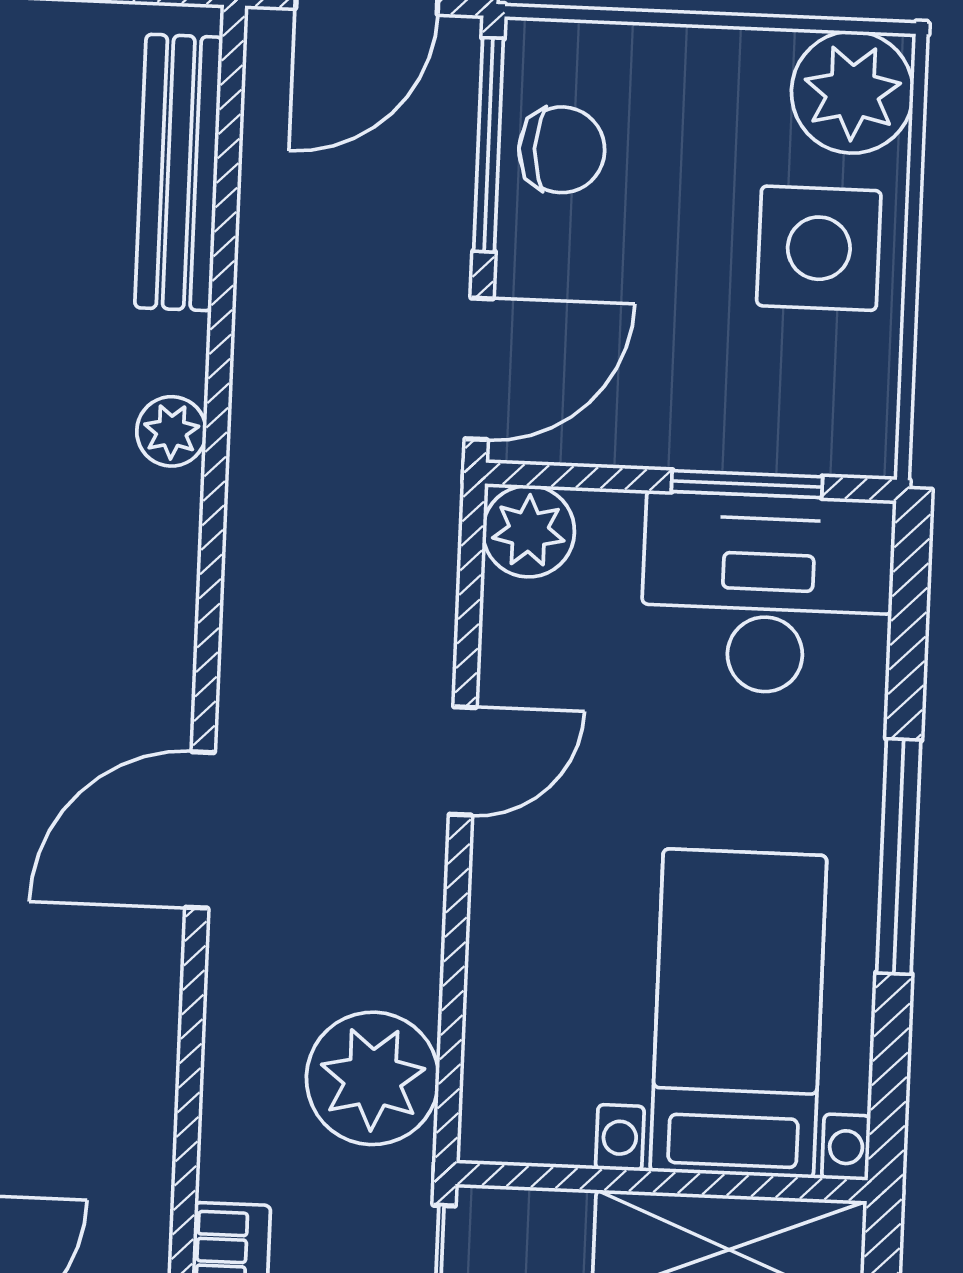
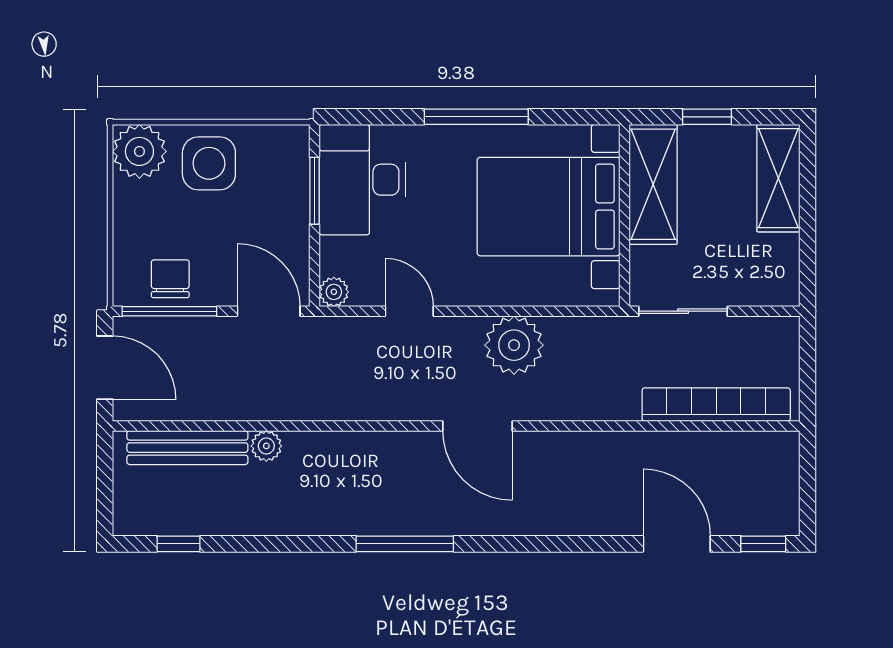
plant: (171, 431) -> (266, 446), moved
plant: (529, 531) -> (334, 292), width x0.73, depth x0.73
door: (463, 761) -> (409, 311), moved
bed with nightstands: (738, 1013) -> (549, 207), width x1.36
plant: (373, 1078) -> (514, 345), moved

